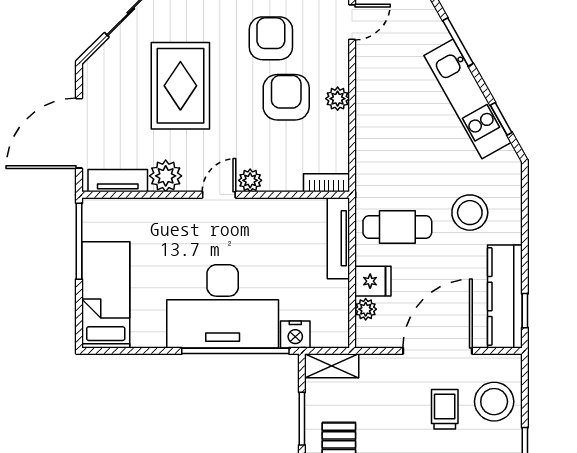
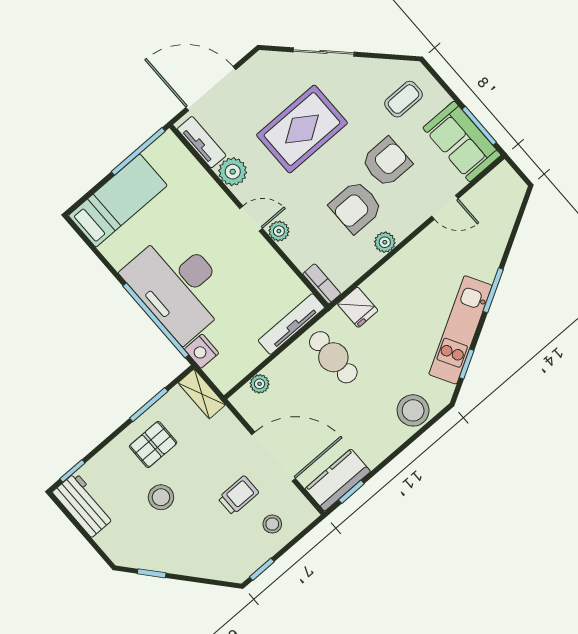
armchair: (286, 97) -> (356, 207), turned 180
stool: (470, 213) -> (413, 410), moved
fridge: (373, 281) -> (358, 307), moved
kitchen counter: (505, 296) -> (338, 480), width x0.67
stool: (494, 402) -> (272, 524), width x0.53, depth x0.53

